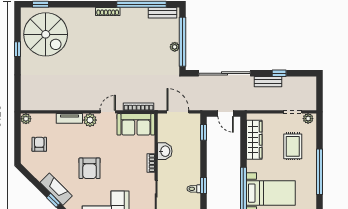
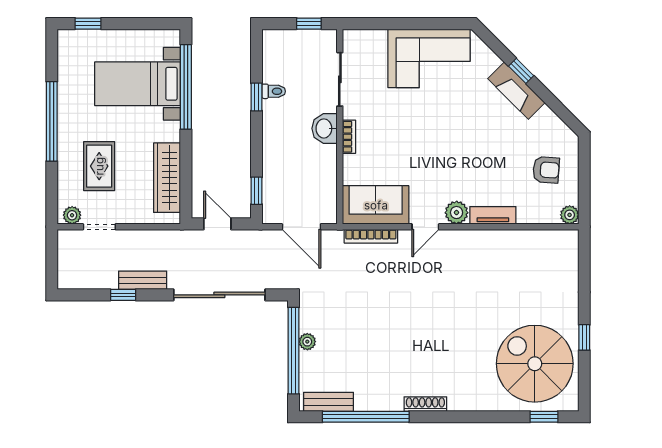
armchair: (39, 144) -> (546, 170), turned -86
washbasin: (165, 151) -> (325, 128), moved
armchair: (90, 168) -> (457, 128), removed

